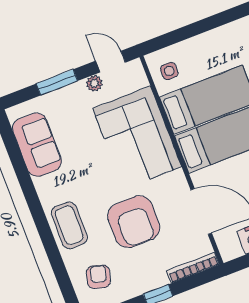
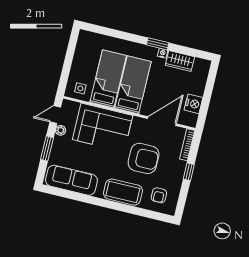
sofa: (37, 145) -> (71, 180), width x1.36
coffee table: (69, 225) -> (123, 192), width x1.36, depth x1.32
armchair: (98, 277) -> (159, 195), turned -106

